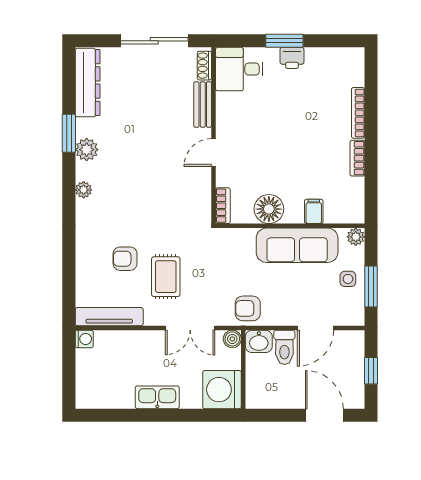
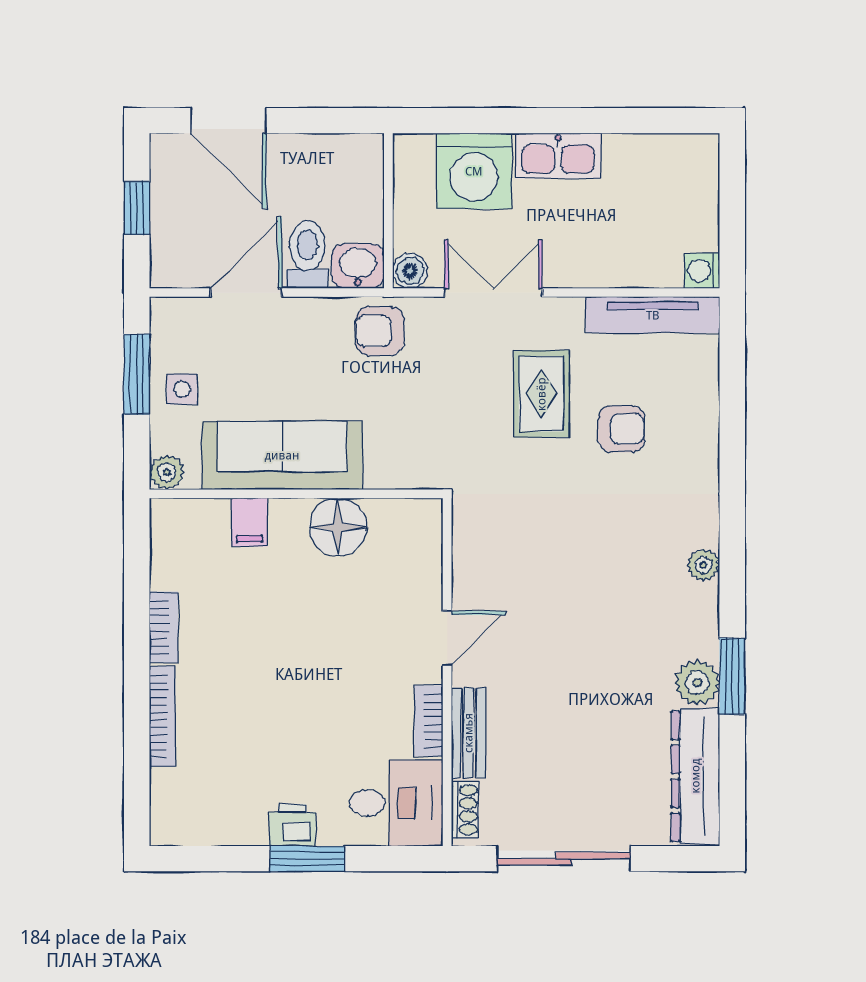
plant: (87, 150) -> (697, 683), moved
bookcase: (223, 206) -> (429, 721), moved
armchair: (248, 308) -> (380, 331), turned 180
washing machine: (222, 390) -> (474, 171), moved, turned 90

